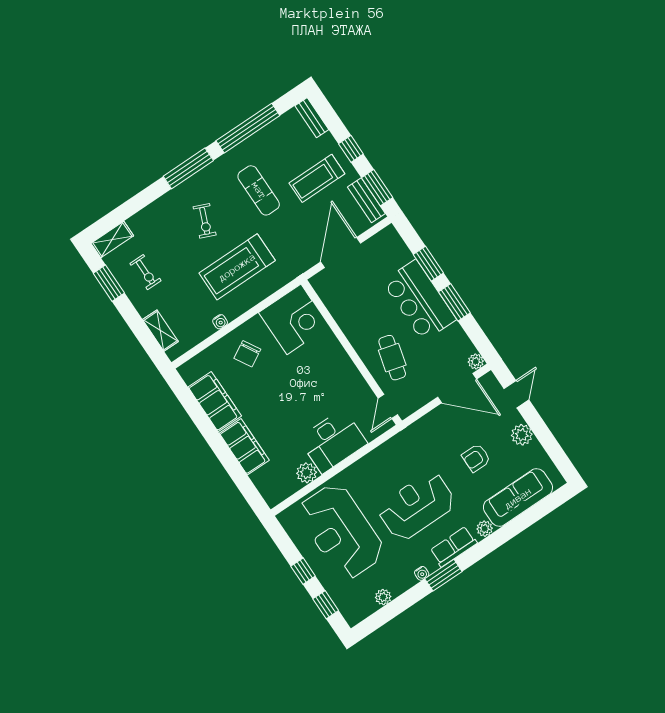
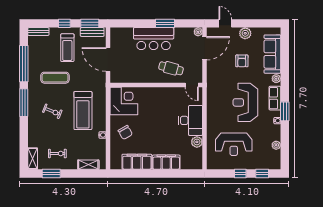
window: (428, 264) -> (140, 23), removed
reception desk: (341, 531) -> (234, 144), width x0.74, depth x0.77

